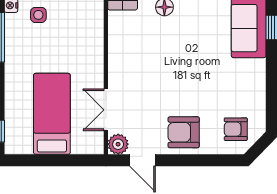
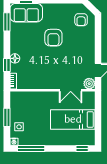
armchair: (184, 132) -> (53, 38), moved

